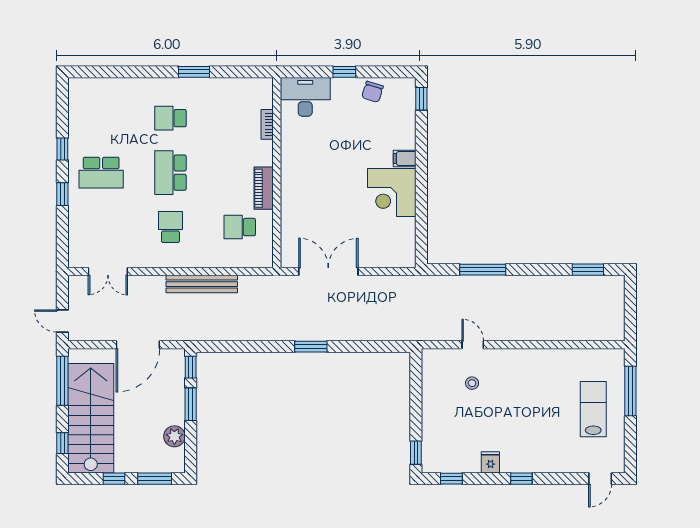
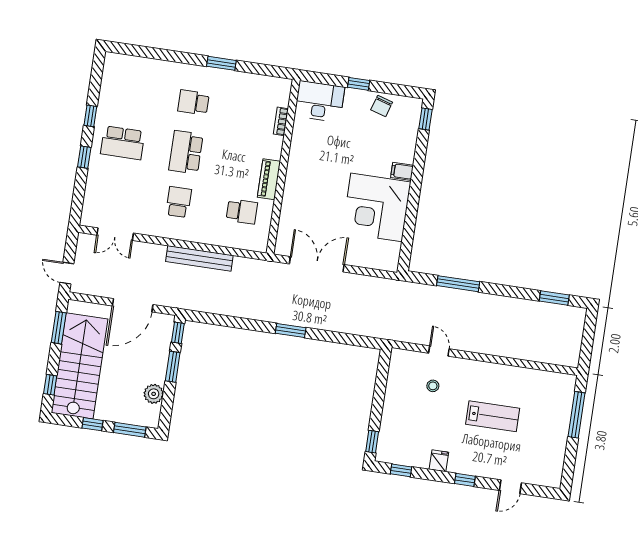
corner desk: (392, 193) -> (376, 207), width x1.36, depth x1.36
school desk: (240, 227) -> (242, 211), turned 180
window: (62, 381) -> (59, 328), width x0.69
lab bench: (593, 409) -> (493, 416), moved, turned 90
door: (600, 479) -> (510, 487), moved

